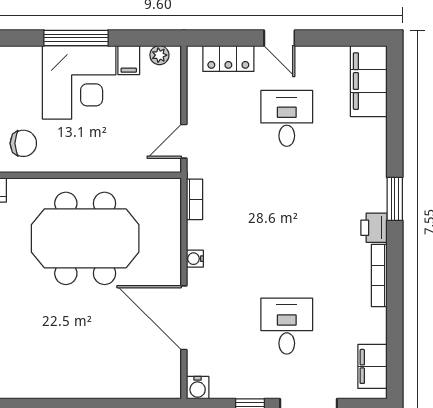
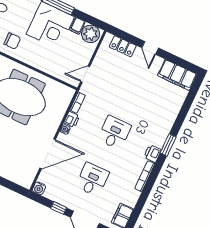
plant: (159, 55) -> (91, 34), width x1.87, depth x1.87
filing cabinet: (369, 81) -> (177, 75), moved, turned -90
desk: (287, 118) -> (114, 133), moved
printer: (198, 235) -> (72, 119), added
door: (184, 318) -> (48, 154), swing flipped

